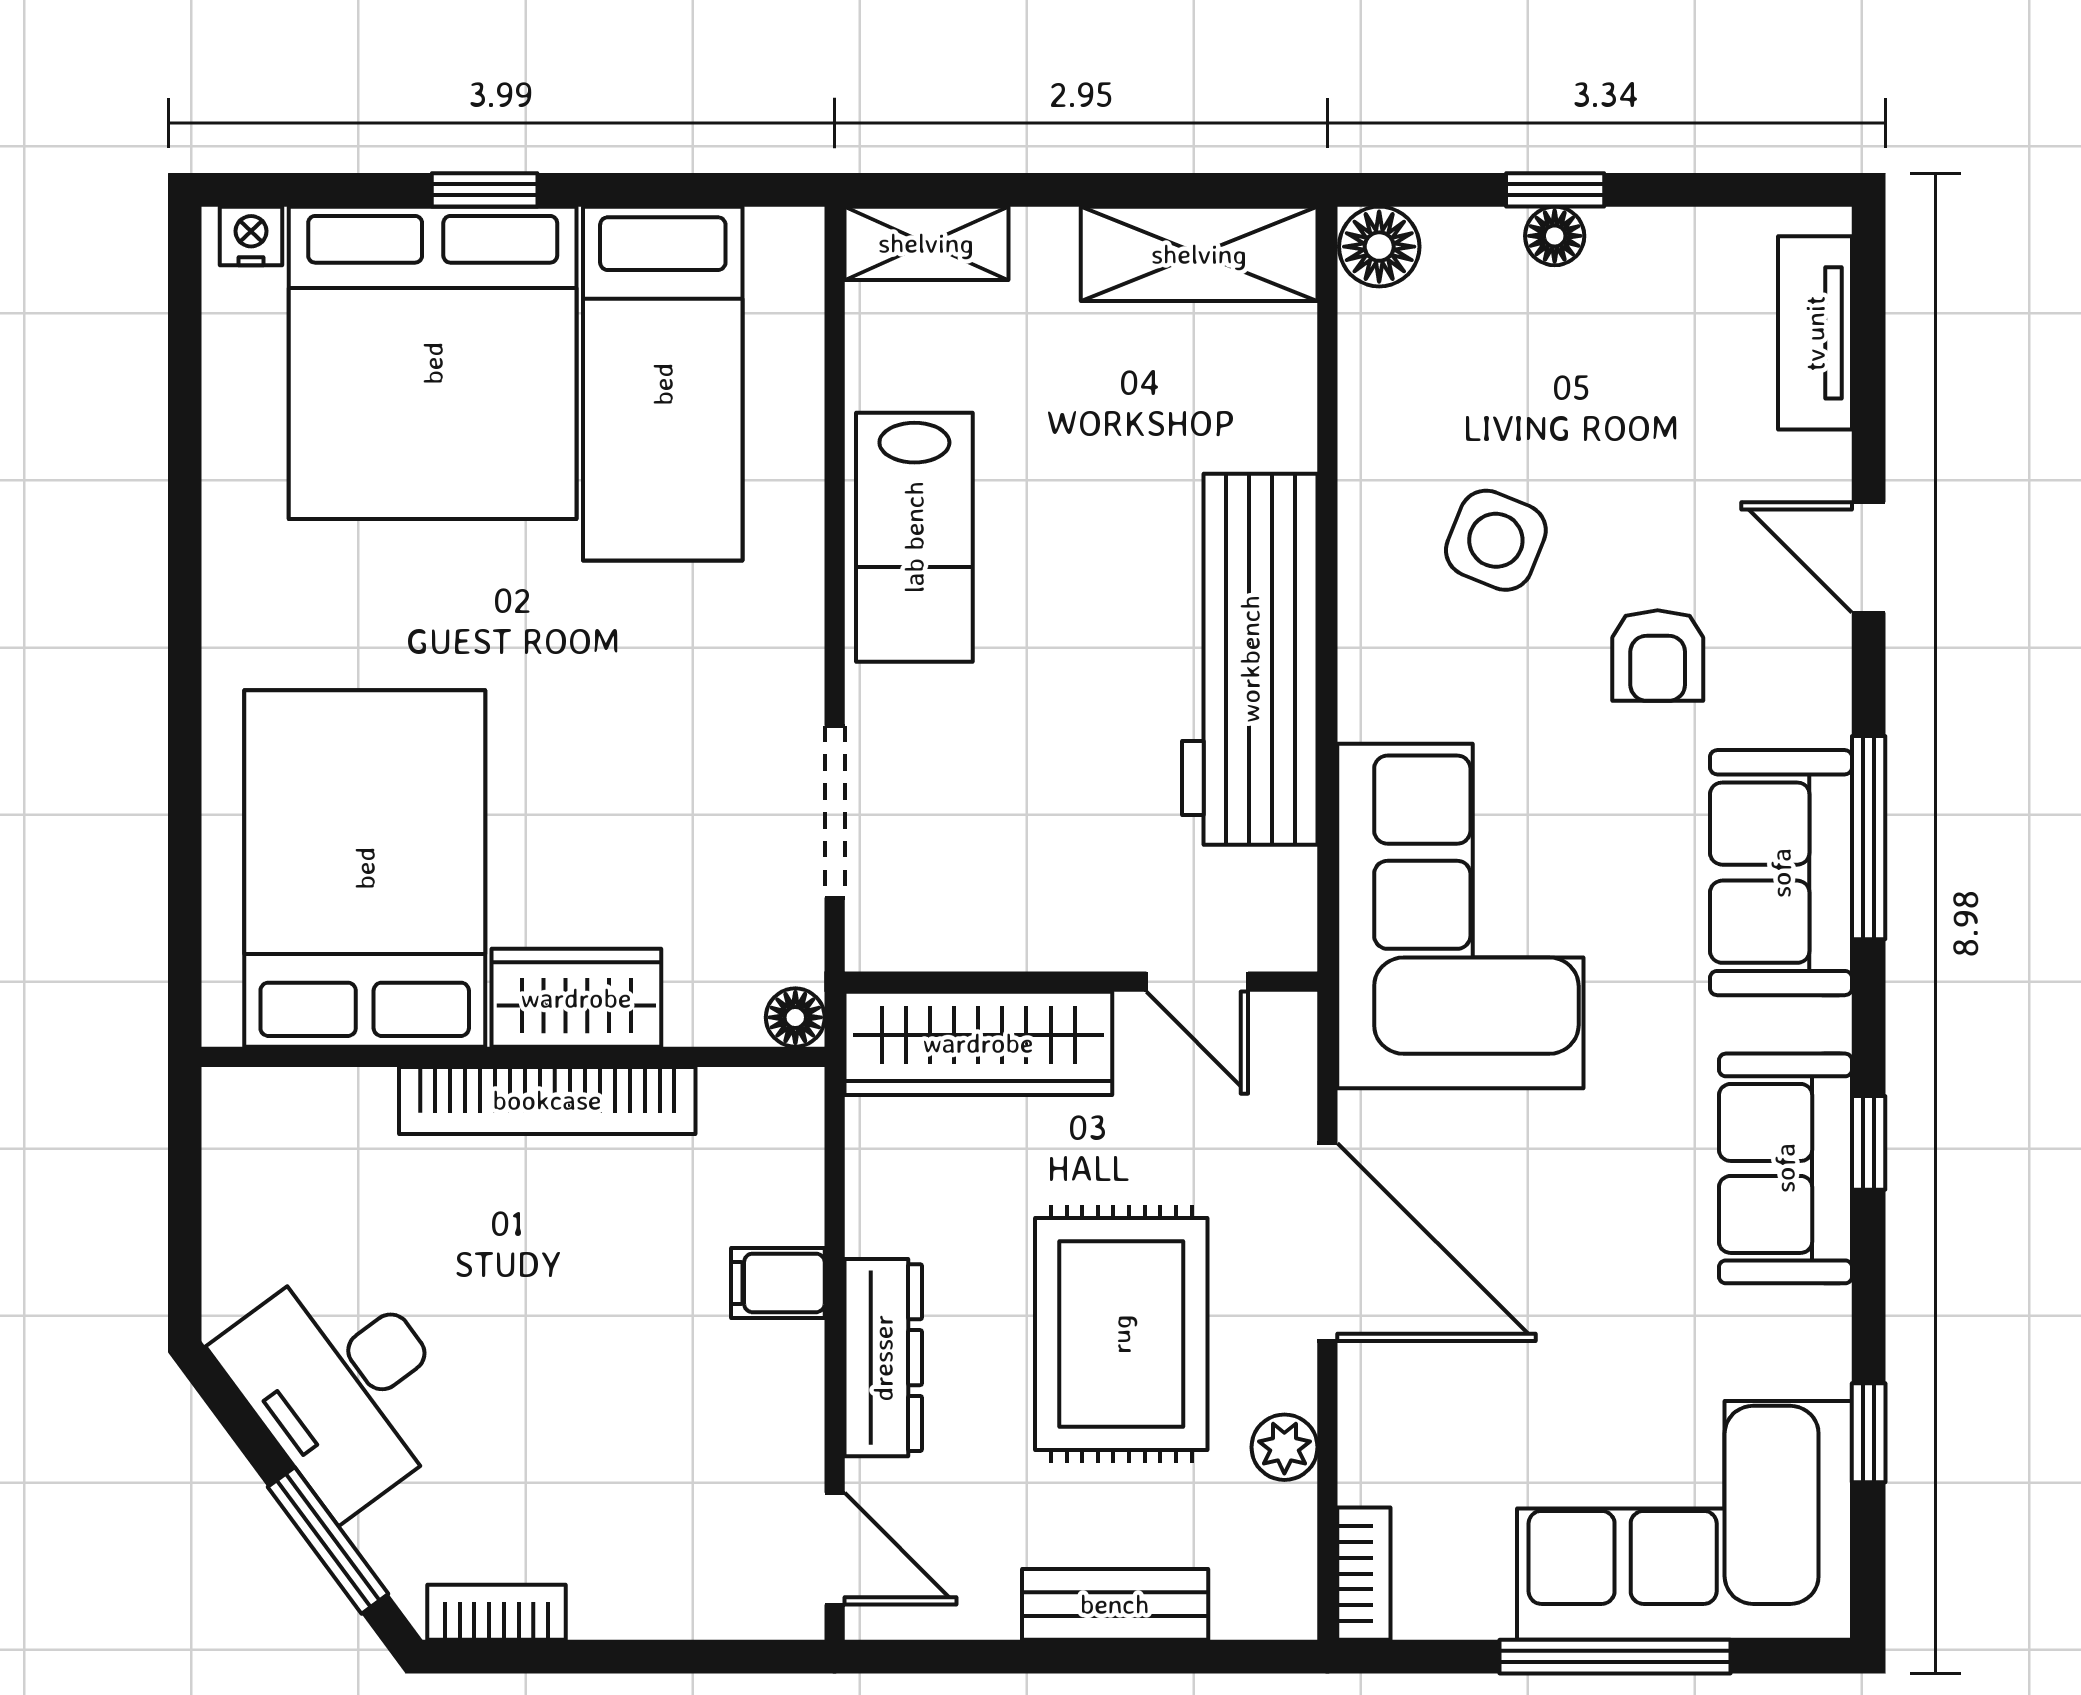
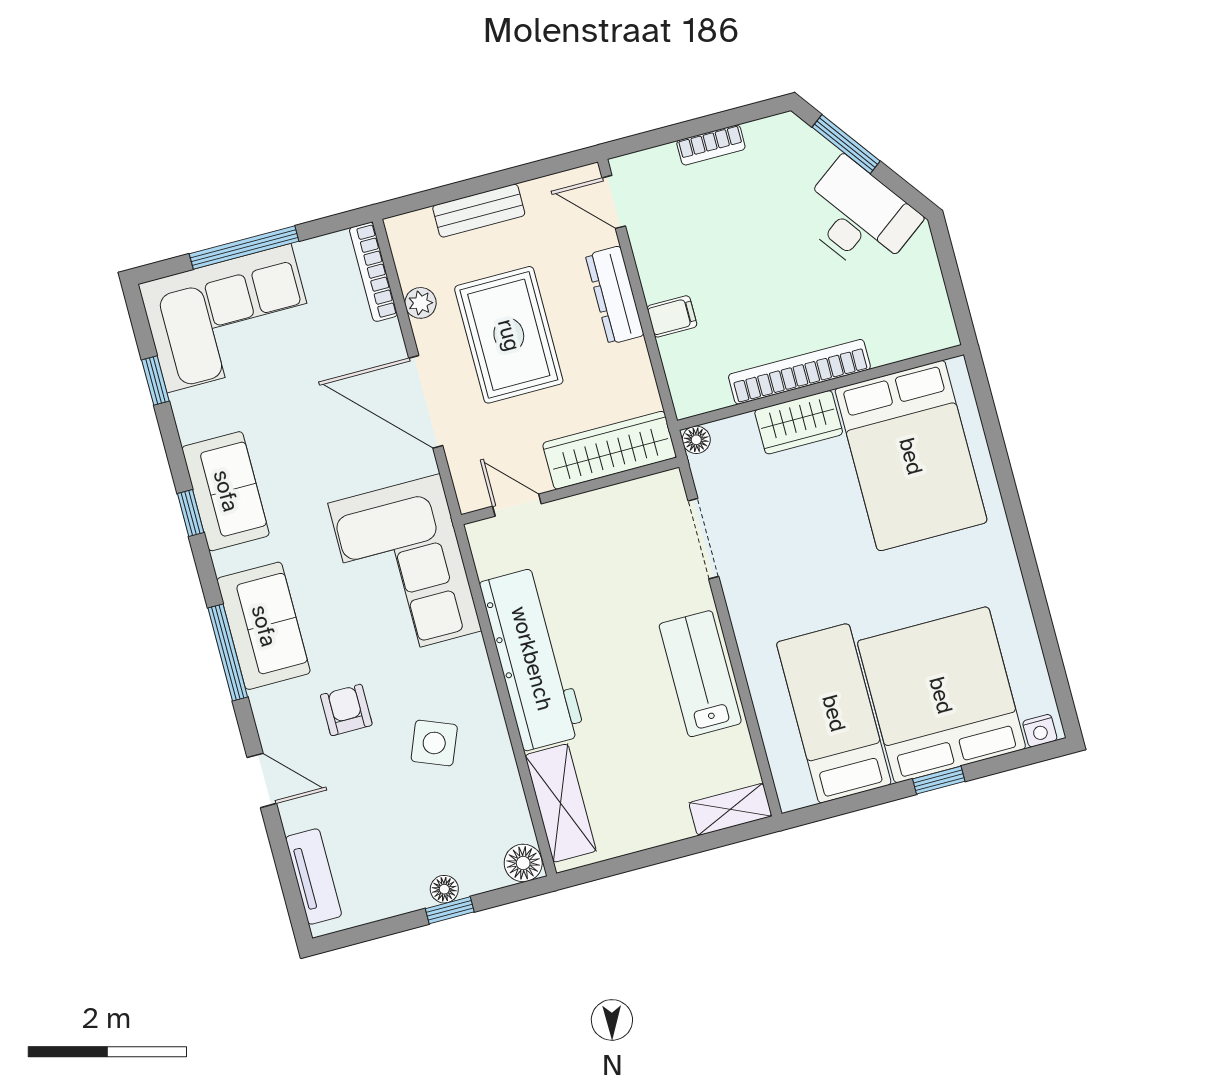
shelving: (1199, 254) -> (561, 803), moved, turned 90
bookcase: (1364, 1574) -> (373, 272), width x1.56
bookcase: (497, 1612) -> (711, 145), moved

